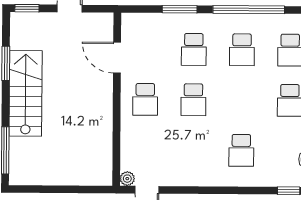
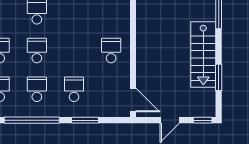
door: (117, 58) -> (133, 100), moved
school desk: (193, 100) -> (37, 50), moved

